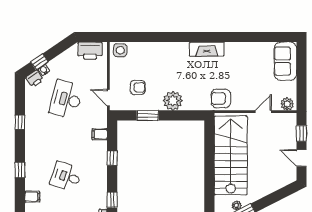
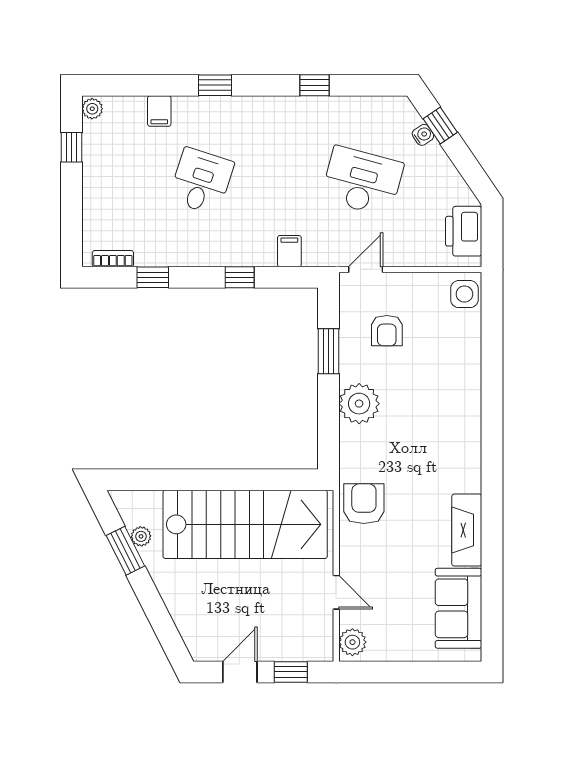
fireplace: (207, 49) -> (467, 530), moved
sofa: (285, 61) -> (458, 608), moved, turned -90
printer: (35, 79) -> (405, 116), removed

